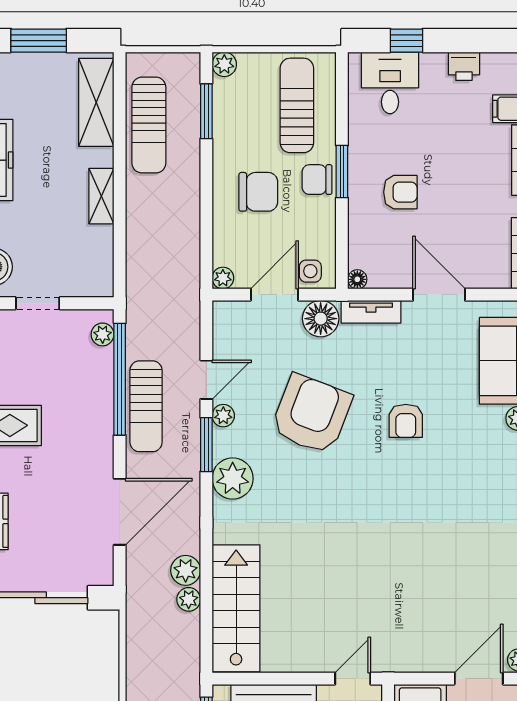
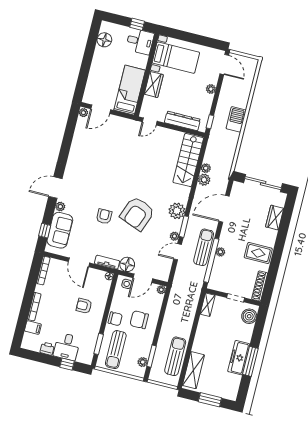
plant: (224, 64) -> (143, 362), moved
desk: (390, 83) -> (67, 347), moved
window: (342, 172) -> (99, 344), moved
shelving: (101, 196) -> (208, 305), moved
plant: (103, 334) -> (220, 252), moved
armchair: (311, 414) -> (137, 214), moved

